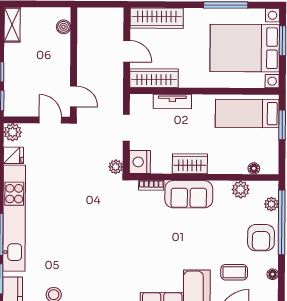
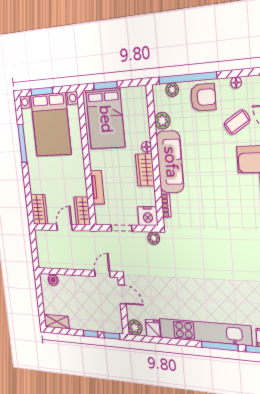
wardrobe: (157, 18) -> (39, 209), width x0.67
wardrobe: (154, 78) -> (82, 211), width x0.67
bed: (247, 114) -> (105, 119), width x1.50
door: (50, 120) -> (122, 294), swing flipped
floor lamp: (254, 168) -> (147, 147), moved
sofa: (189, 194) -> (170, 162), width x1.36
coffee table: (234, 272) -> (237, 122), turned 58

